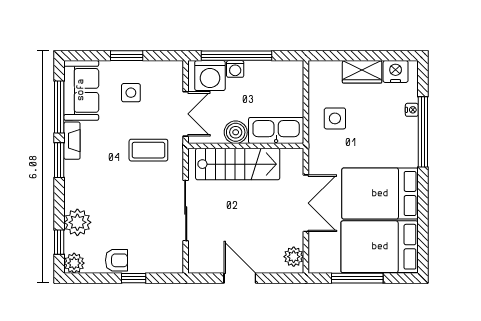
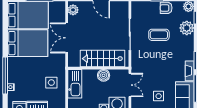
double door: (186, 114) -> (130, 85), swing flipped
kitchen sink: (276, 130) -> (75, 84), moved, turned -90
coffee table: (148, 150) -> (159, 35), moved

